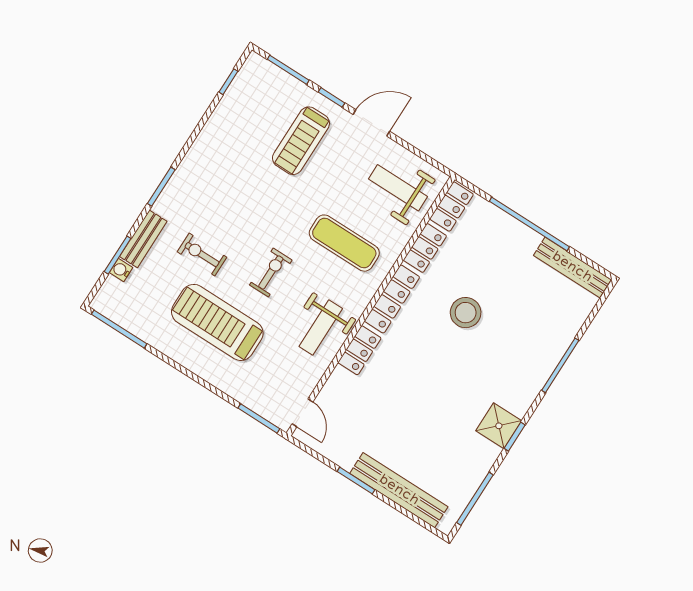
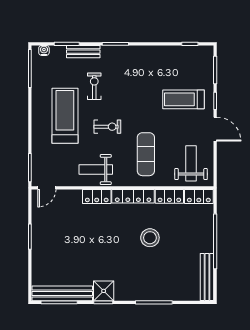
water cooler: (121, 270) -> (44, 50), moved
bench: (399, 490) -> (62, 293), moved, turned 90

